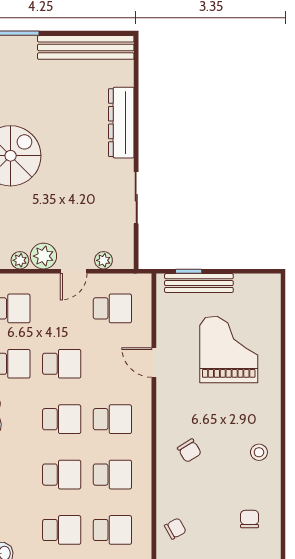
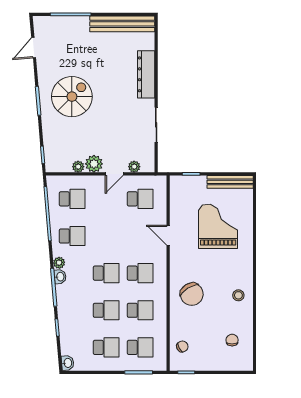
bench: (199, 283) -> (230, 182), moved
school desk: (62, 364) -> (106, 236), removed
chair: (189, 451) -> (192, 294), width x1.87, depth x1.87

